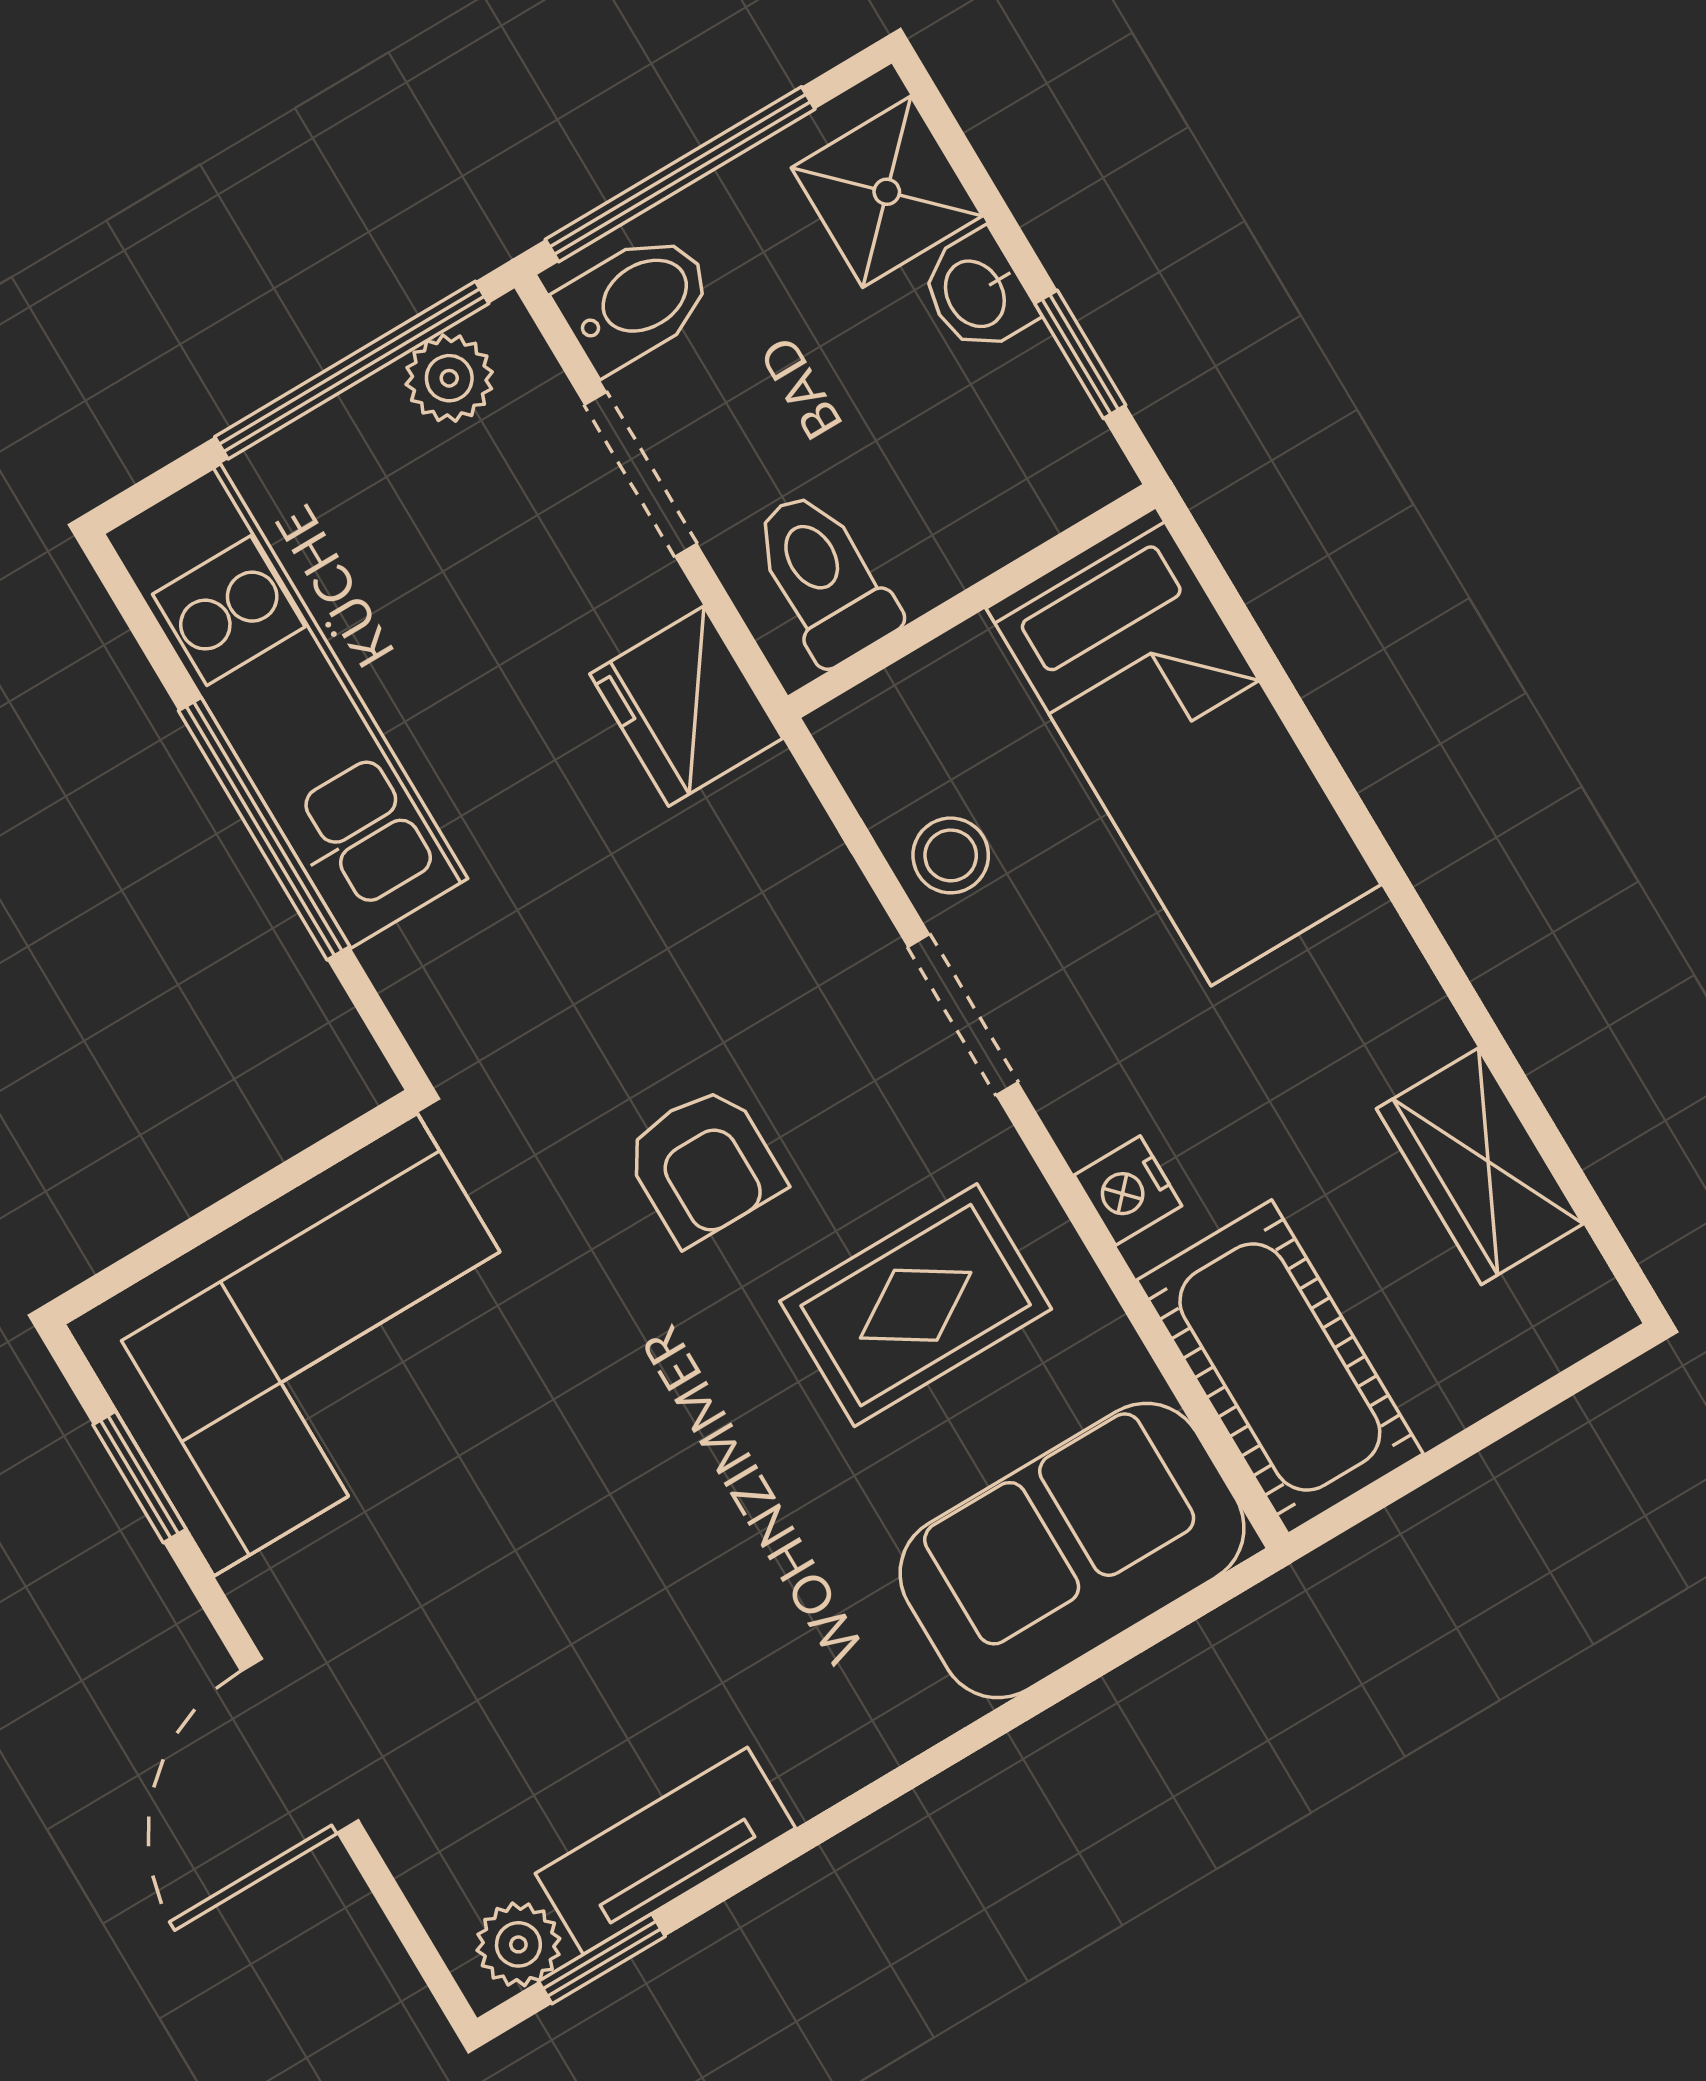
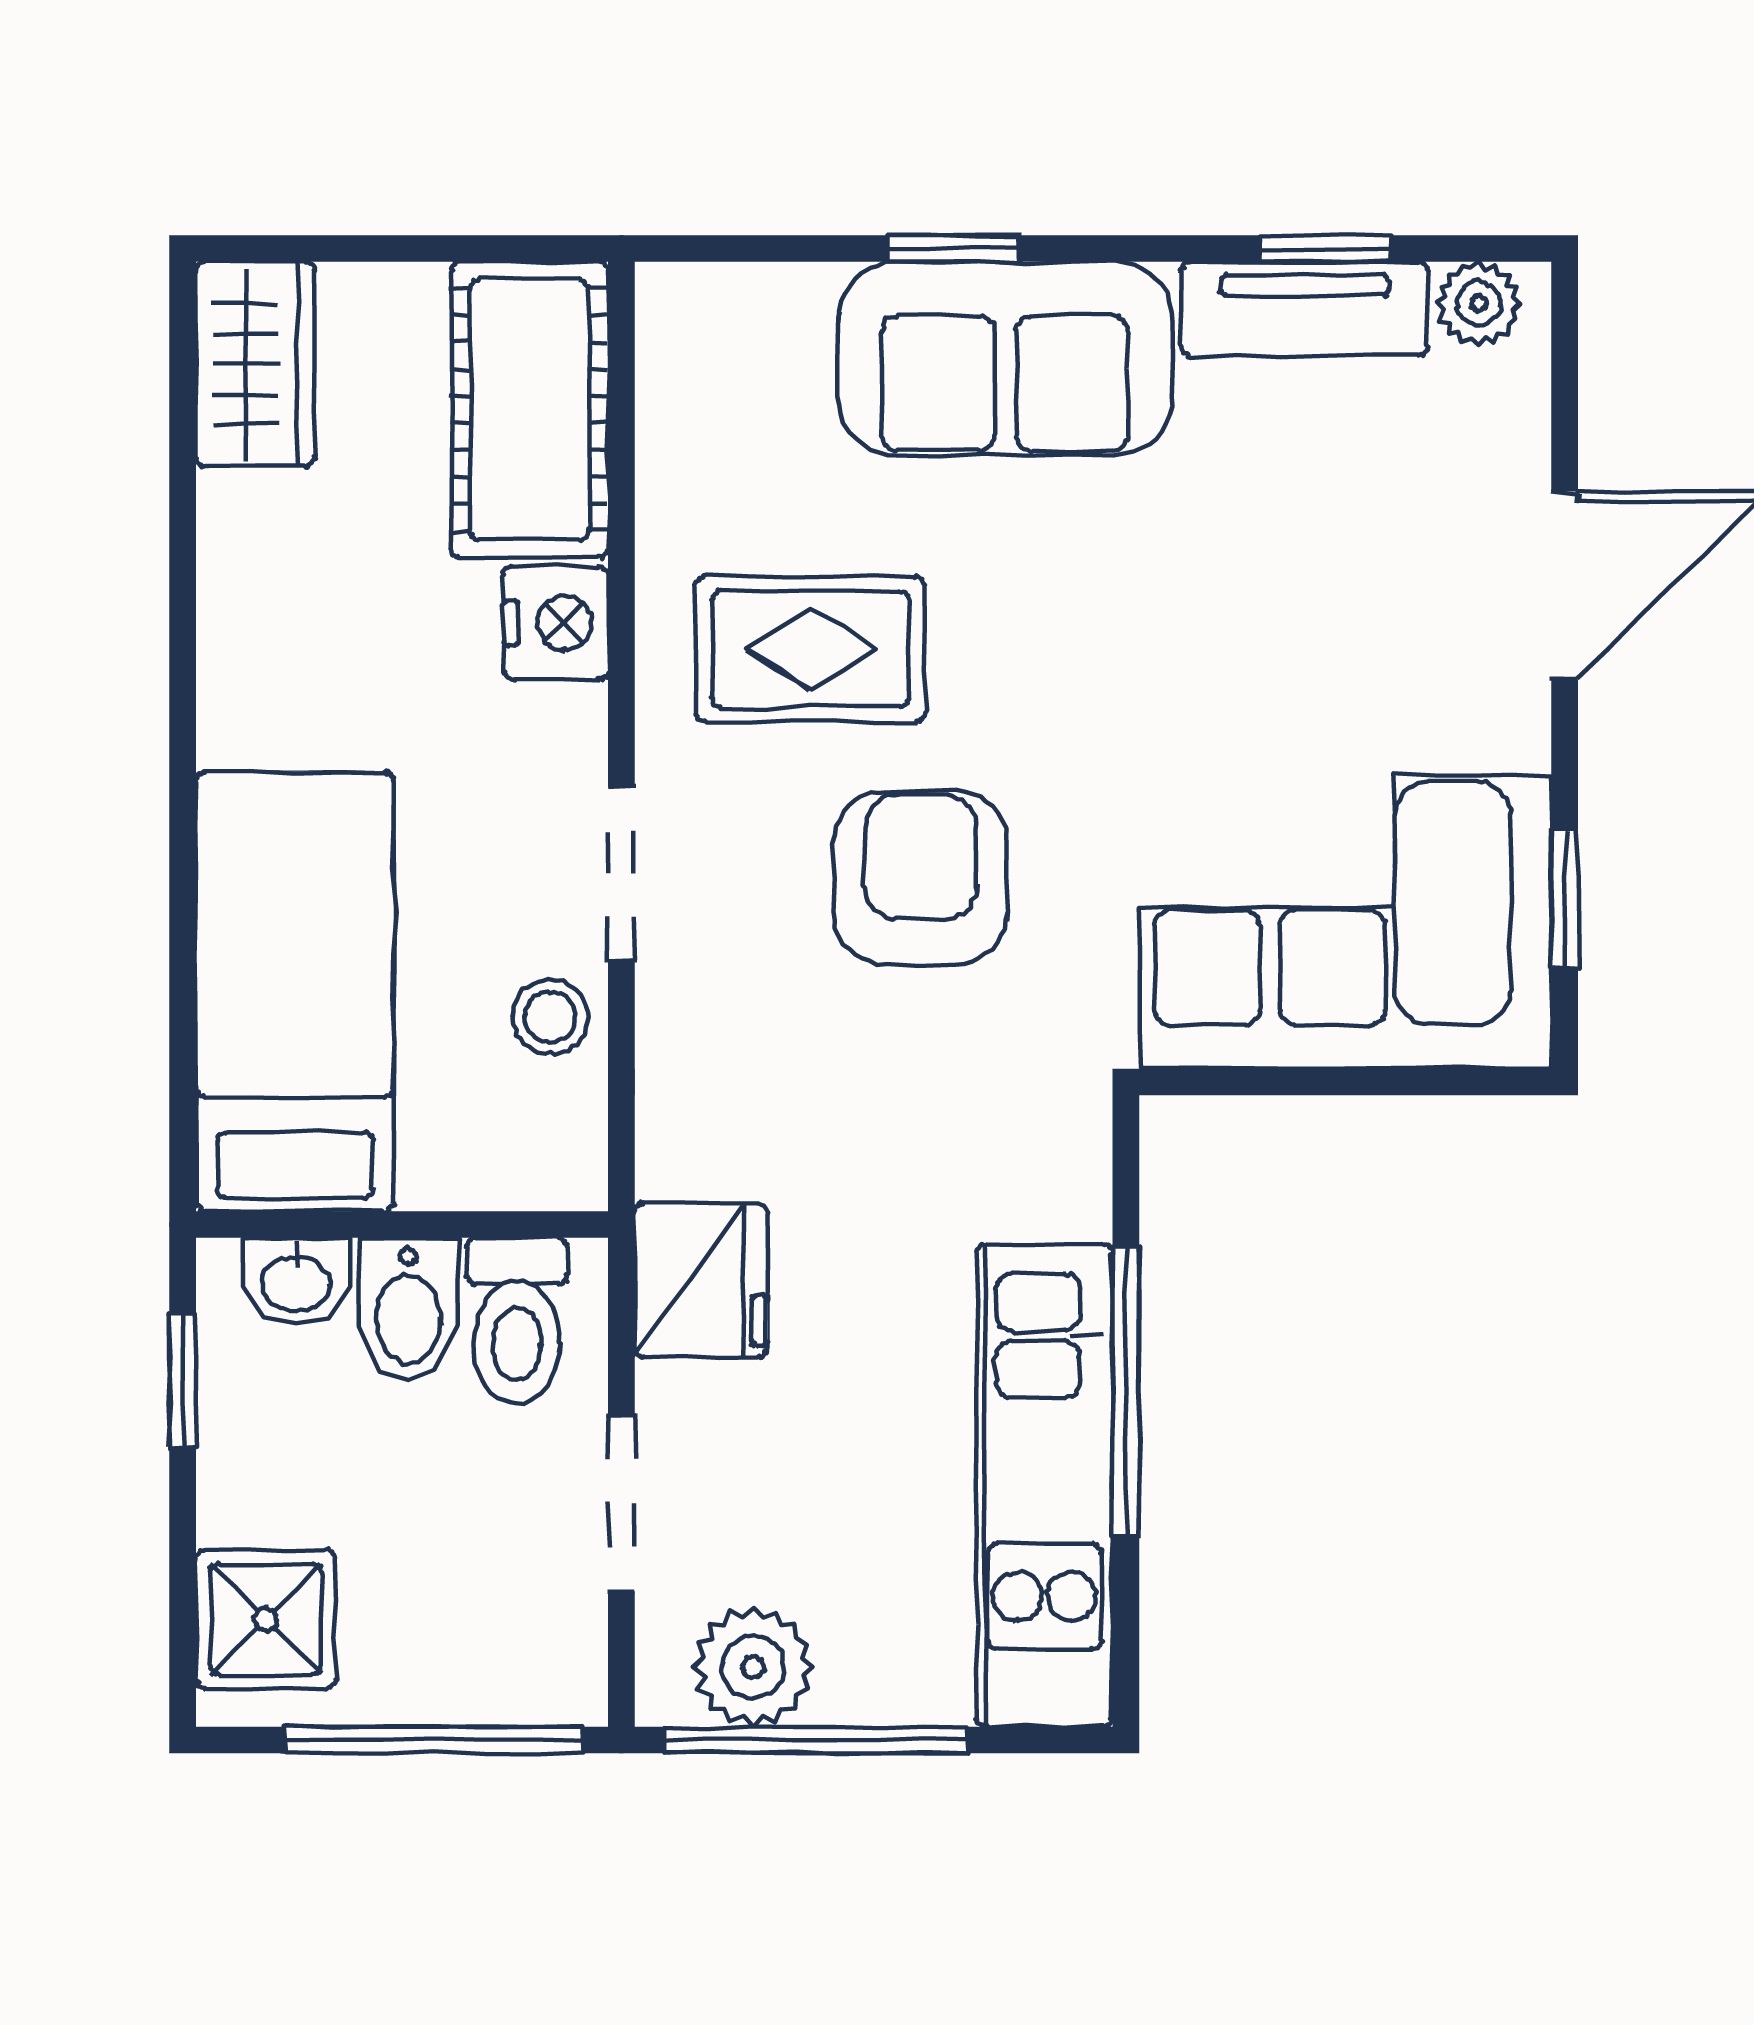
washbasin: (977, 292) -> (296, 1281), moved, turned 90
bidet: (636, 301) -> (408, 1309), moved, turned -90
plant: (449, 378) -> (753, 1667), width x1.38, depth x1.38
armchair: (704, 1165) -> (921, 878), width x1.38, depth x1.38
wardrobe: (1480, 1166) -> (255, 364), moved
nightstand: (1128, 1190) -> (556, 623), width x1.39, depth x1.35
sofa: (1072, 1551) -> (1005, 358), moved
window: (998, 1723) -> (953, 248), added
window: (602, 1959) -> (1326, 248), moved

